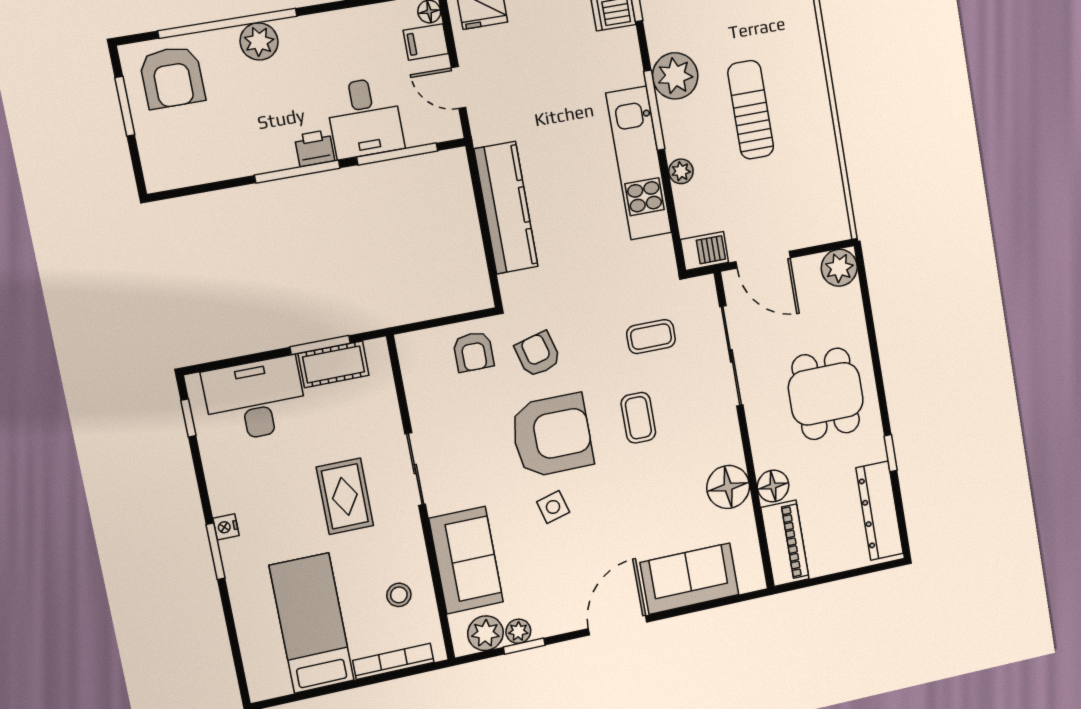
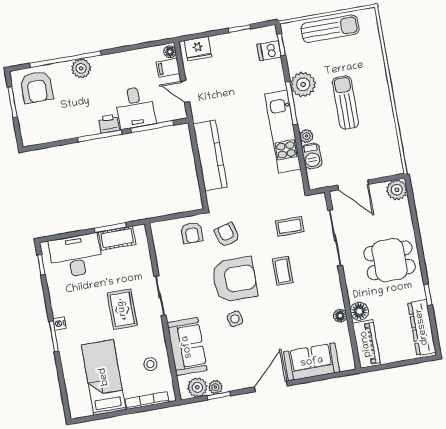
barbecue: (704, 251) -> (312, 156), moved, turned 90
dining table: (826, 394) -> (390, 260), turned 90
floor lamp: (728, 487) -> (340, 316), width x0.53, depth x0.53

